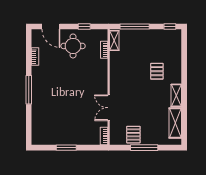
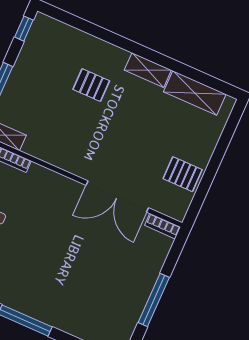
double door: (109, 108) -> (117, 196), width x1.37
window: (66, 148) -> (154, 300), width x1.44
window: (144, 148) -> (213, 165), removed

